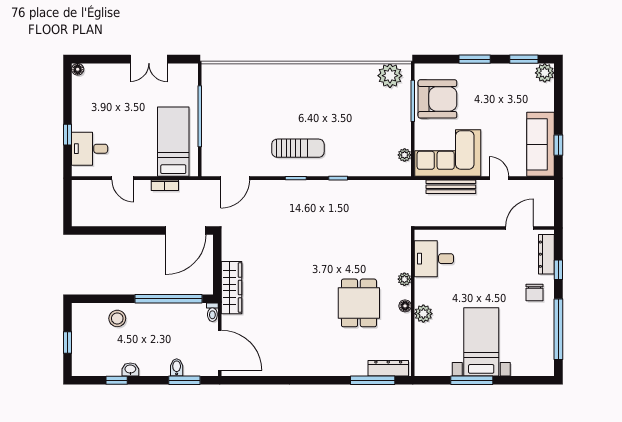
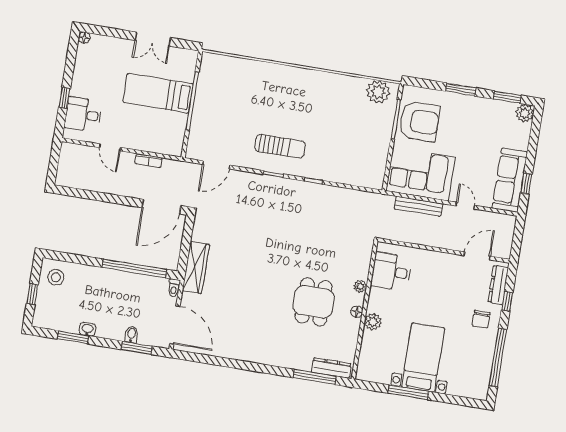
bed: (173, 142) -> (158, 93), moved, turned -90
plant: (405, 155) -> (380, 169), removed
stool: (117, 318) -> (56, 277), moved
window: (117, 380) -> (73, 337), width x1.50

